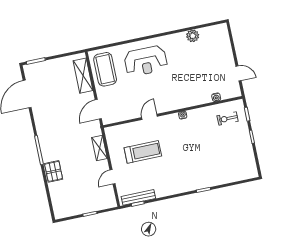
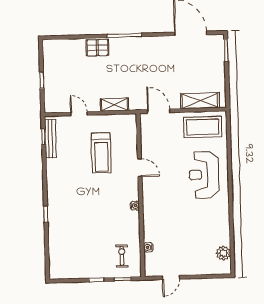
plant: (193, 36) -> (223, 253), moved

